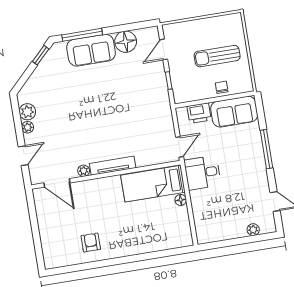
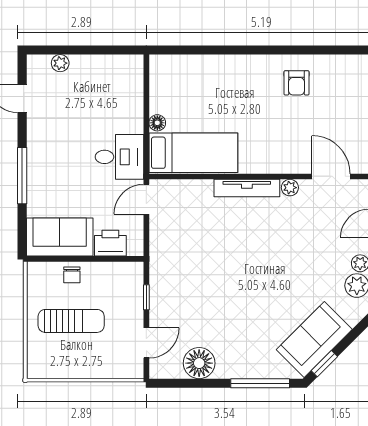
sofa: (91, 50) -> (314, 339), moved, turned -45

